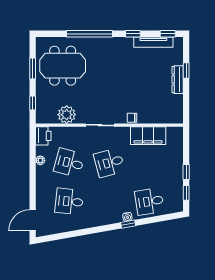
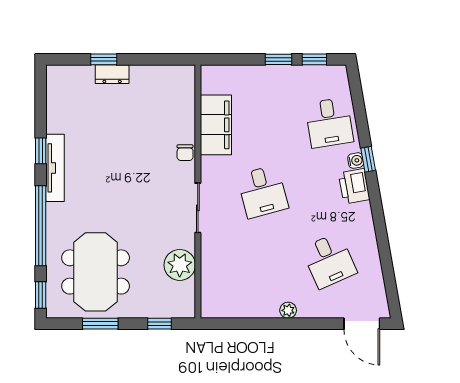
window: (168, 34) -> (41, 295), moved
tv unit: (153, 42) -> (55, 168), moved
dresser: (178, 80) -> (112, 74), width x0.70
printer: (43, 136) -> (354, 186), moved, turned -100
plant: (40, 160) -> (288, 310), moved
desk: (69, 163) -> (263, 261), removed
desk: (69, 201) -> (329, 261), turned -30

